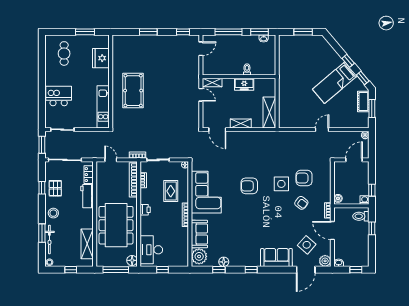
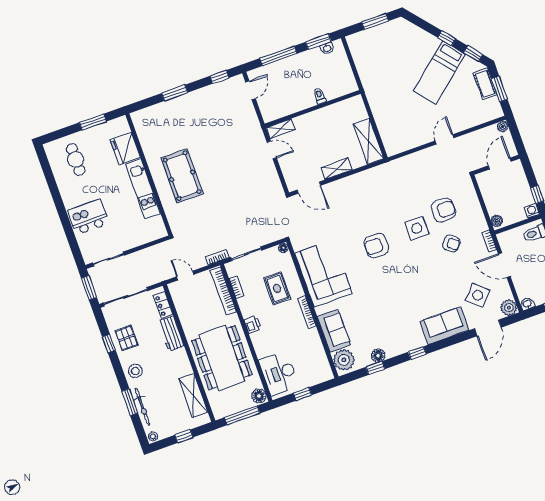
freezer: (244, 84) -> (323, 116), removed
kitchen unit: (103, 107) -> (143, 189), moved
armchair: (304, 178) -> (443, 210), turned 180

